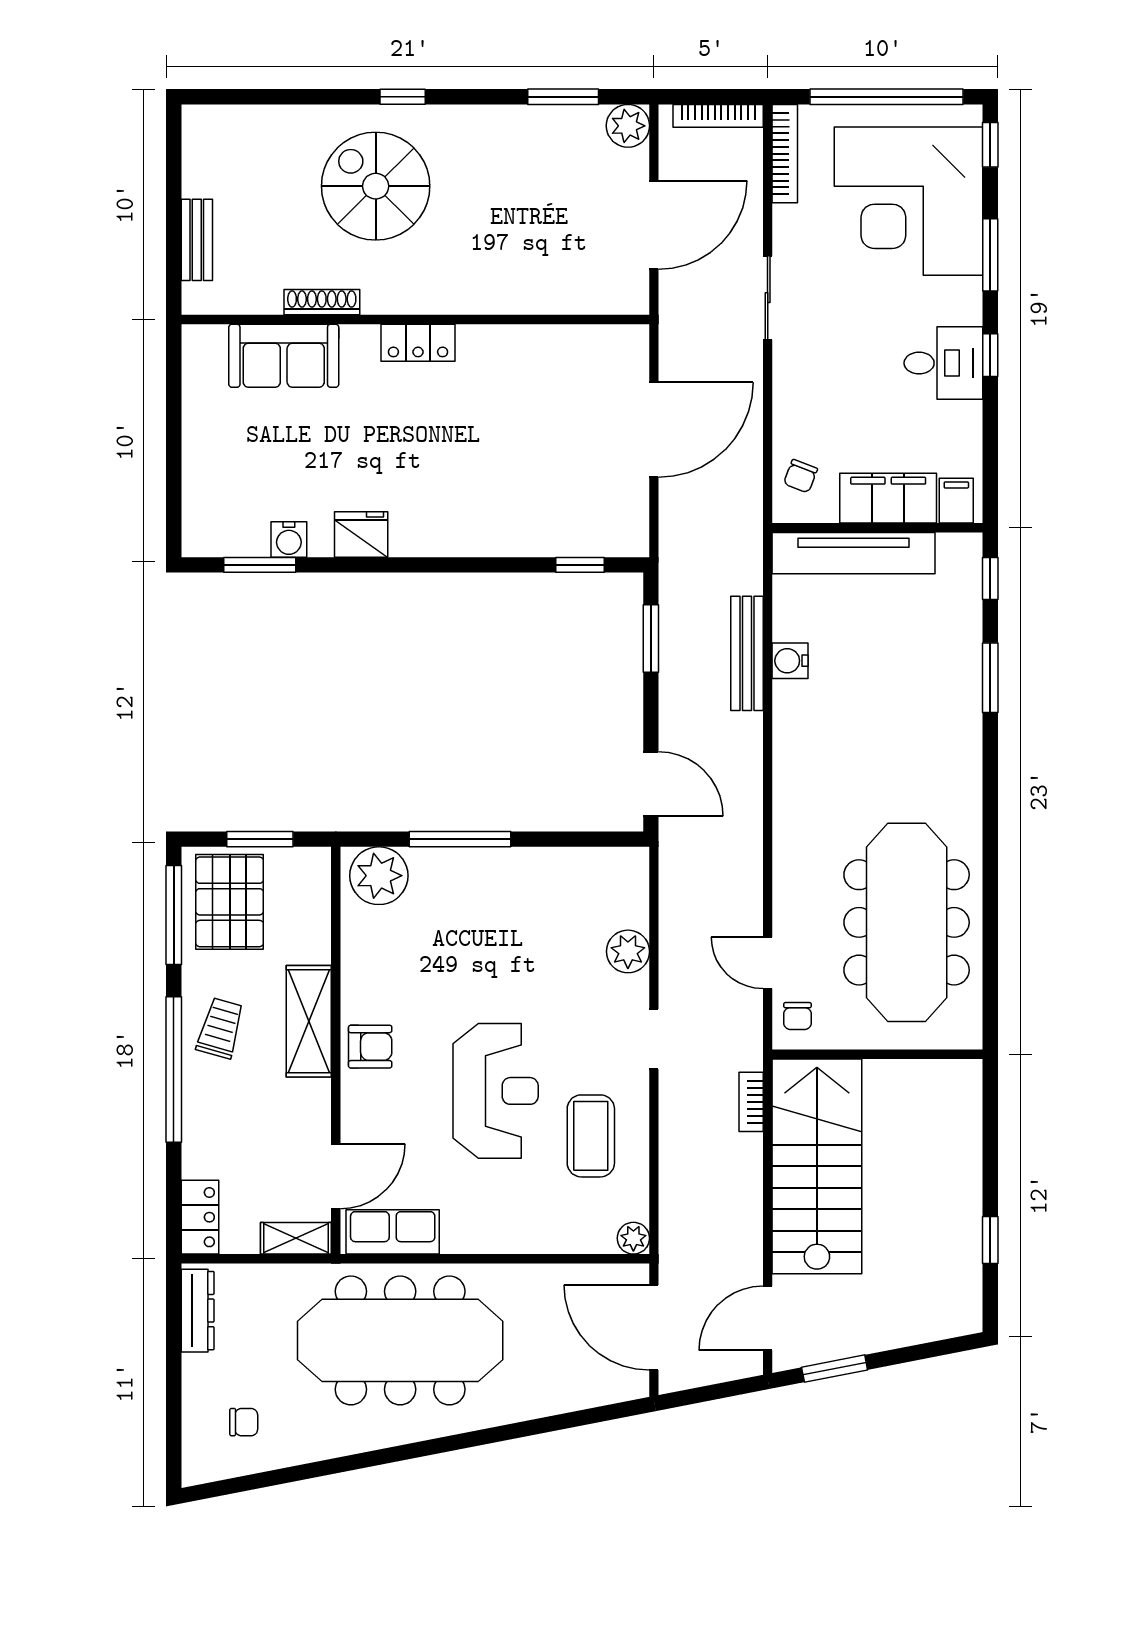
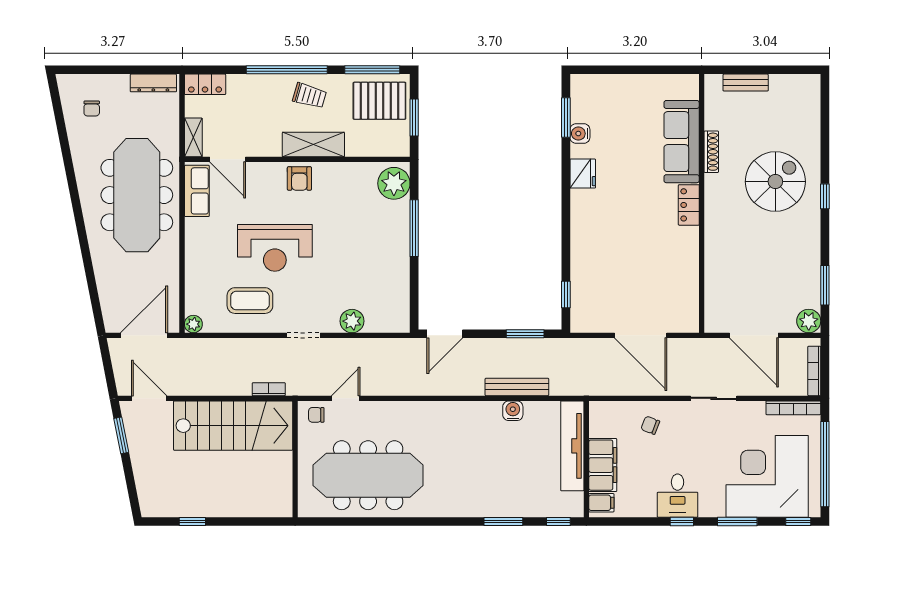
sofa: (284, 356) -> (682, 142), width x1.36
chair: (801, 476) -> (650, 425), moved

